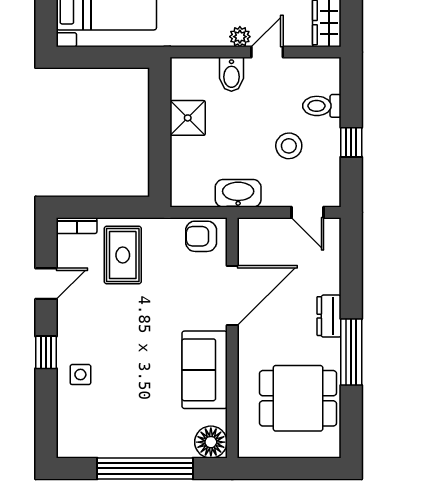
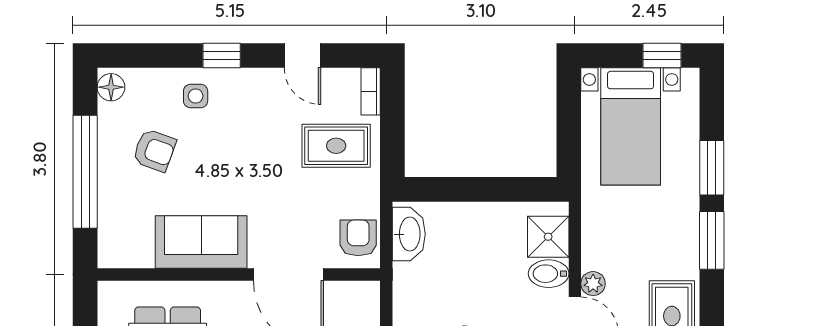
shower: (188, 118) -> (548, 237), moved
washbasin: (238, 193) -> (409, 234), moved
armchair: (127, 410) -> (154, 150), added
floor lamp: (211, 442) -> (111, 87), moved, width x0.73, depth x0.73

